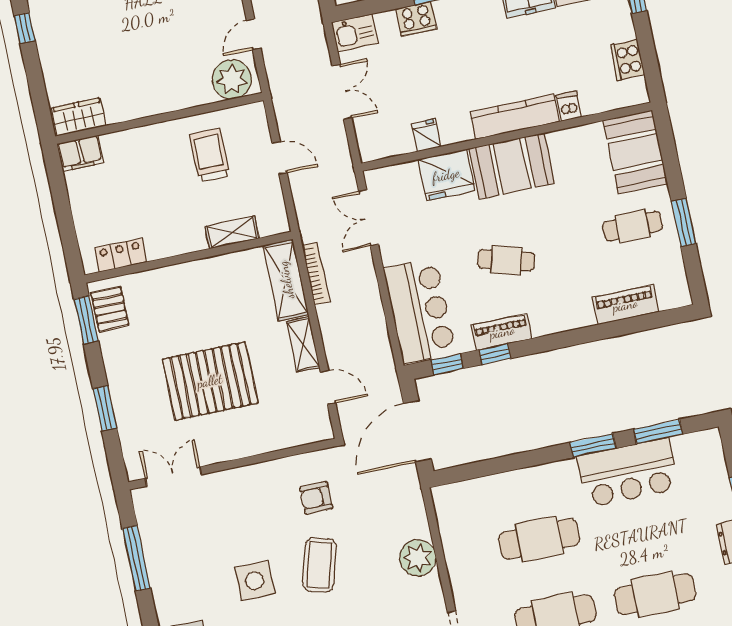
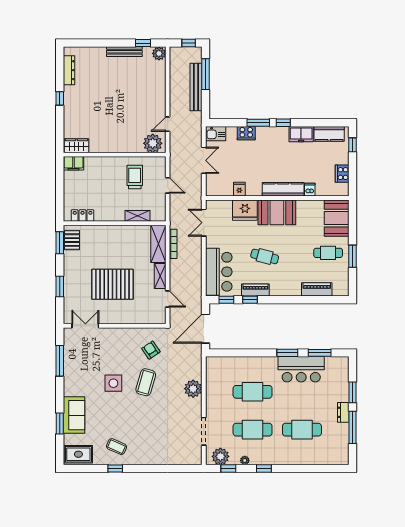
armchair: (316, 498) -> (151, 350), turned 56

